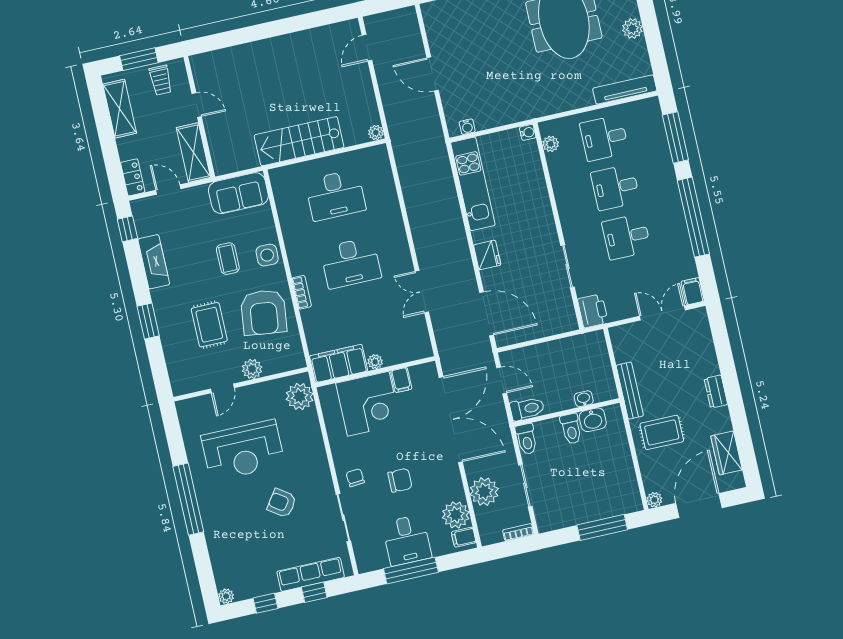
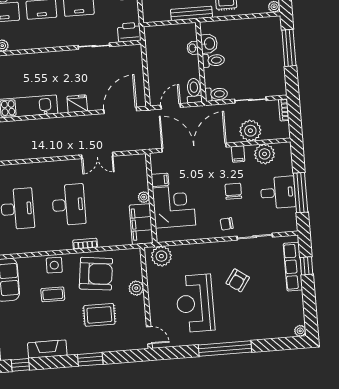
door: (222, 388) -> (149, 335), moved
reception desk: (243, 450) -> (195, 303), turned 180
filing cabinet: (464, 537) -> (238, 154), moved
window: (266, 603) -> (309, 303), removed

